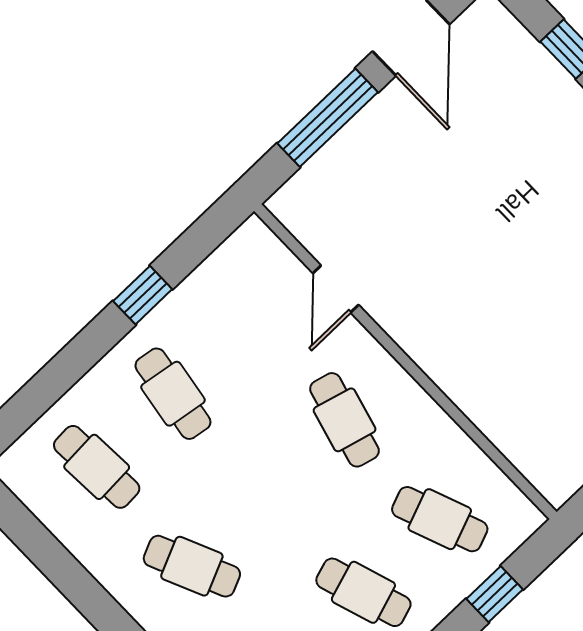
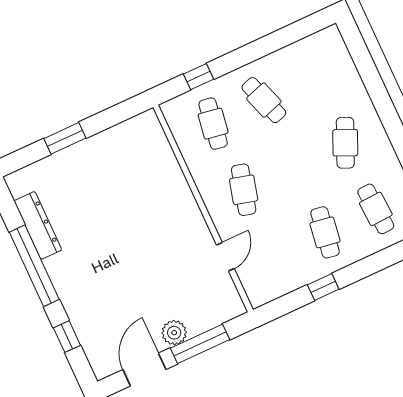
plant: (381, 122) -> (174, 333), added
cafe table: (440, 519) -> (213, 124), turned 30
cafe table: (192, 566) -> (345, 143), turned 48

